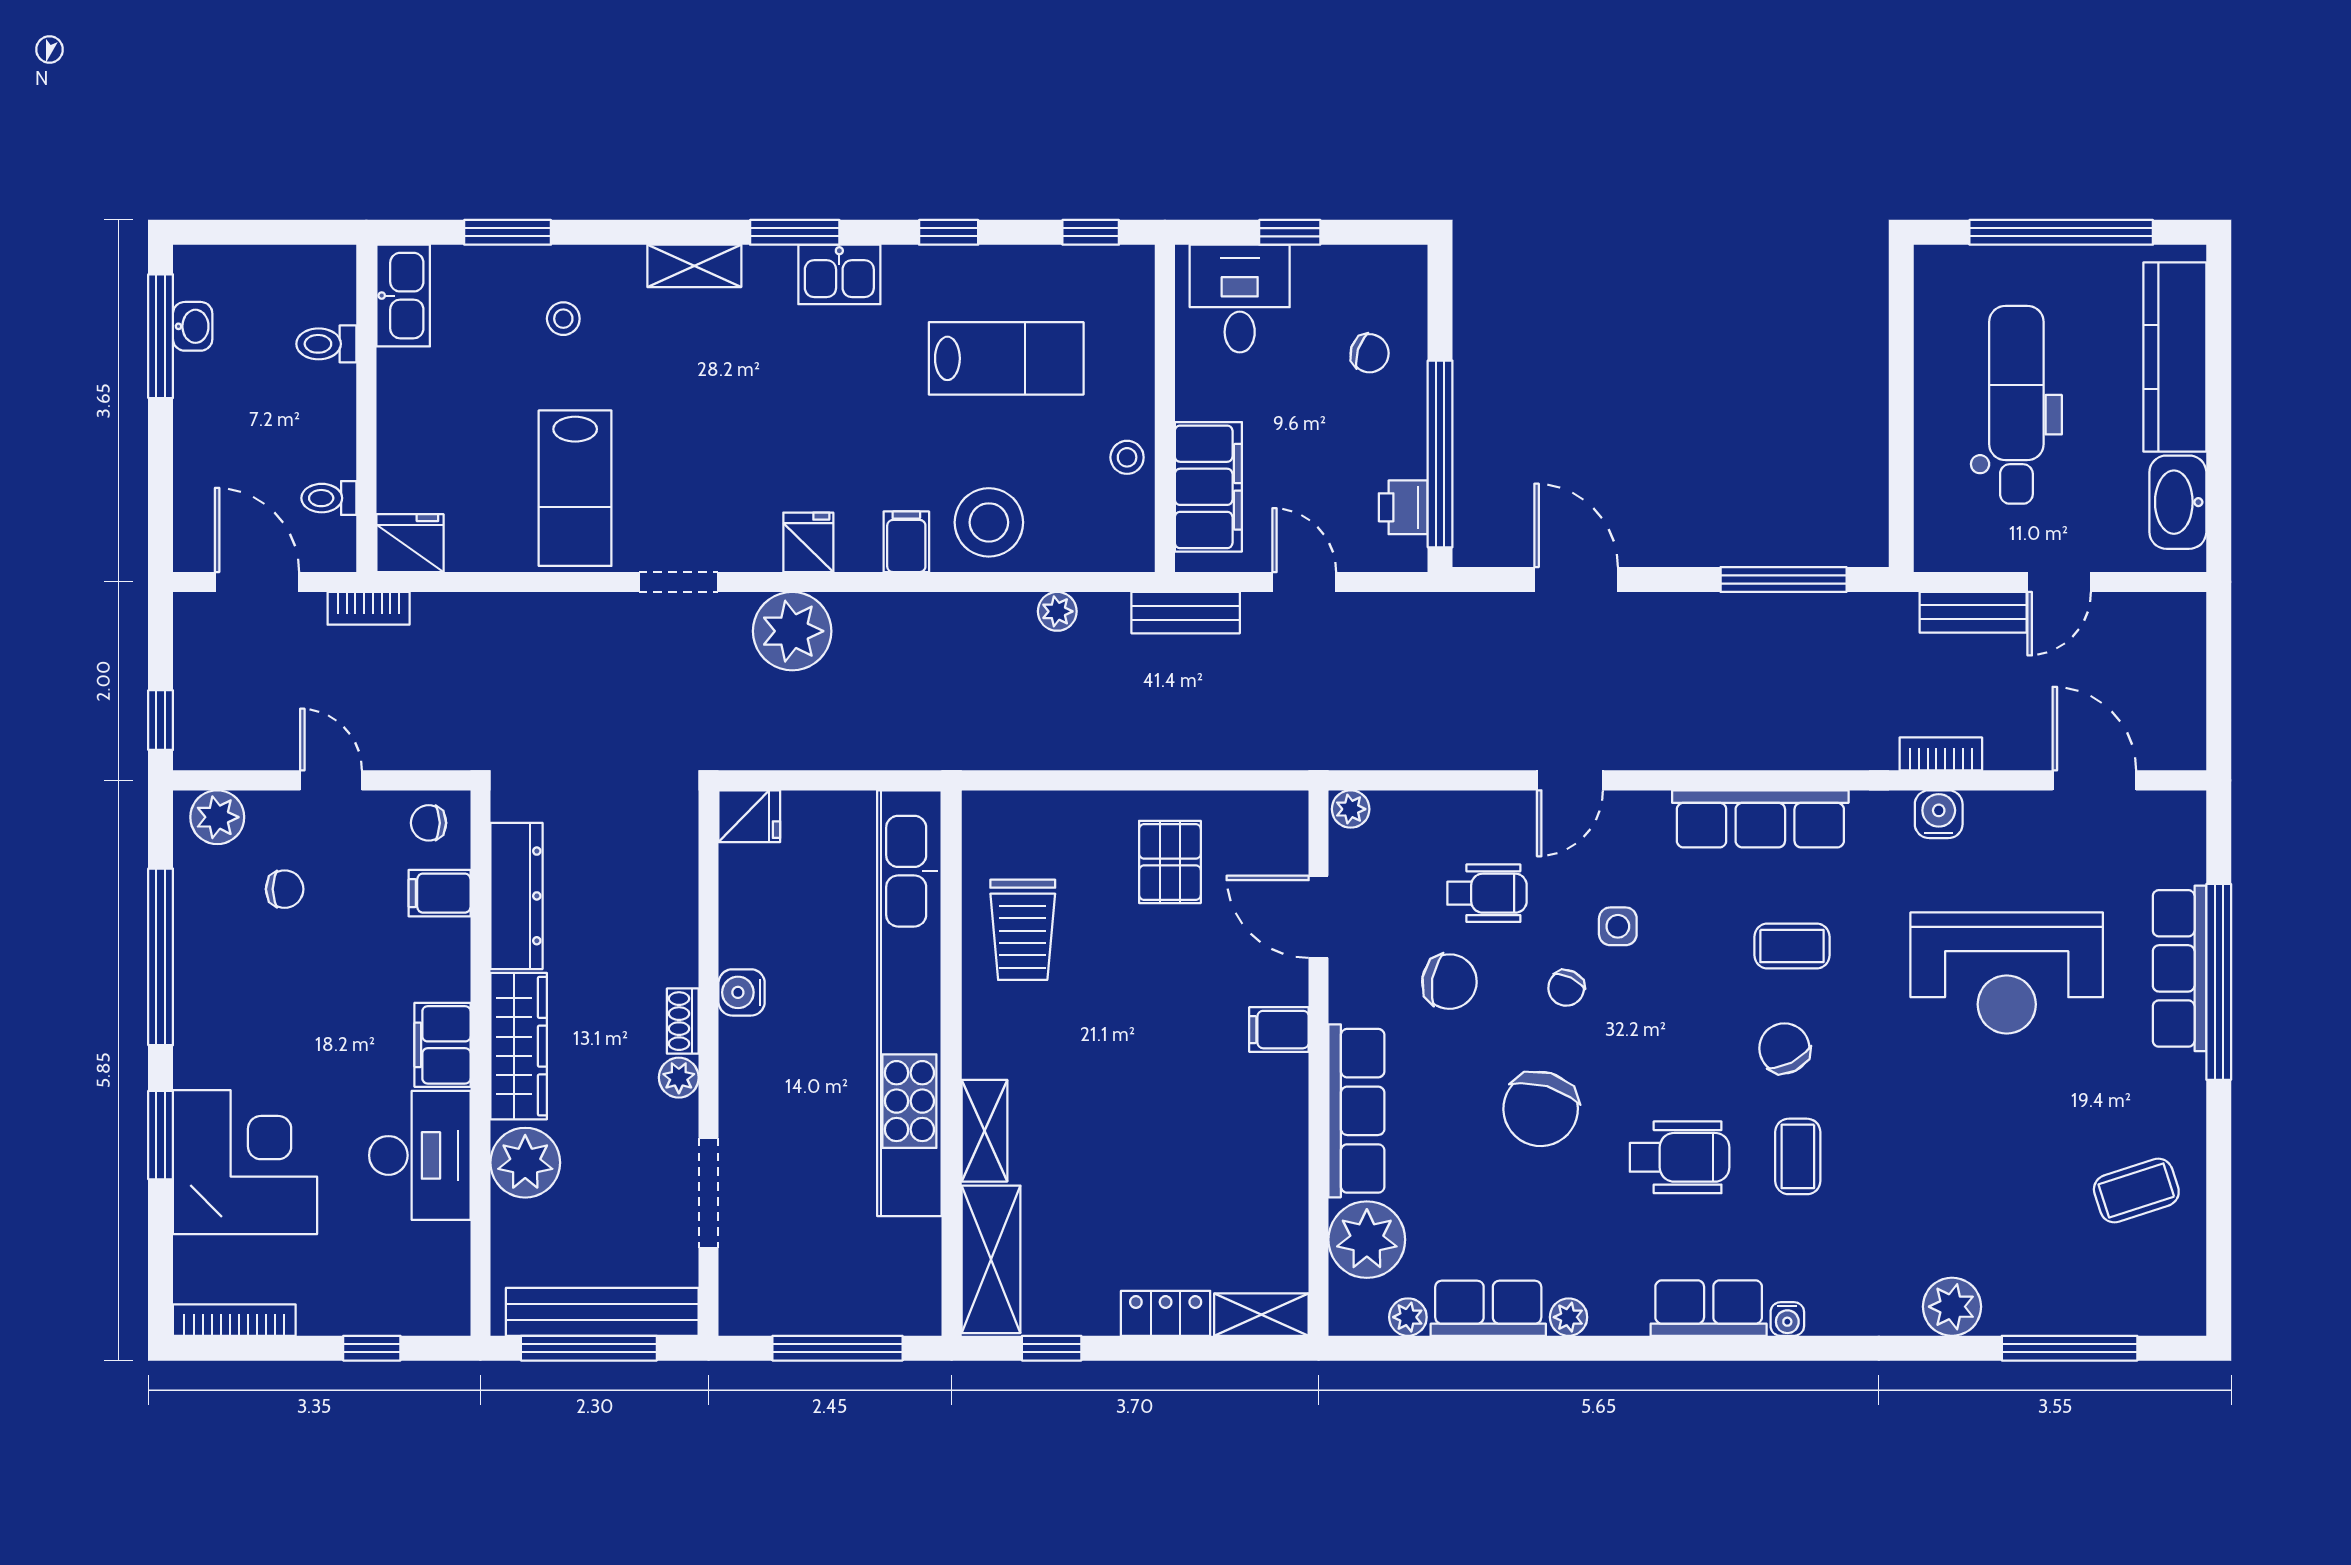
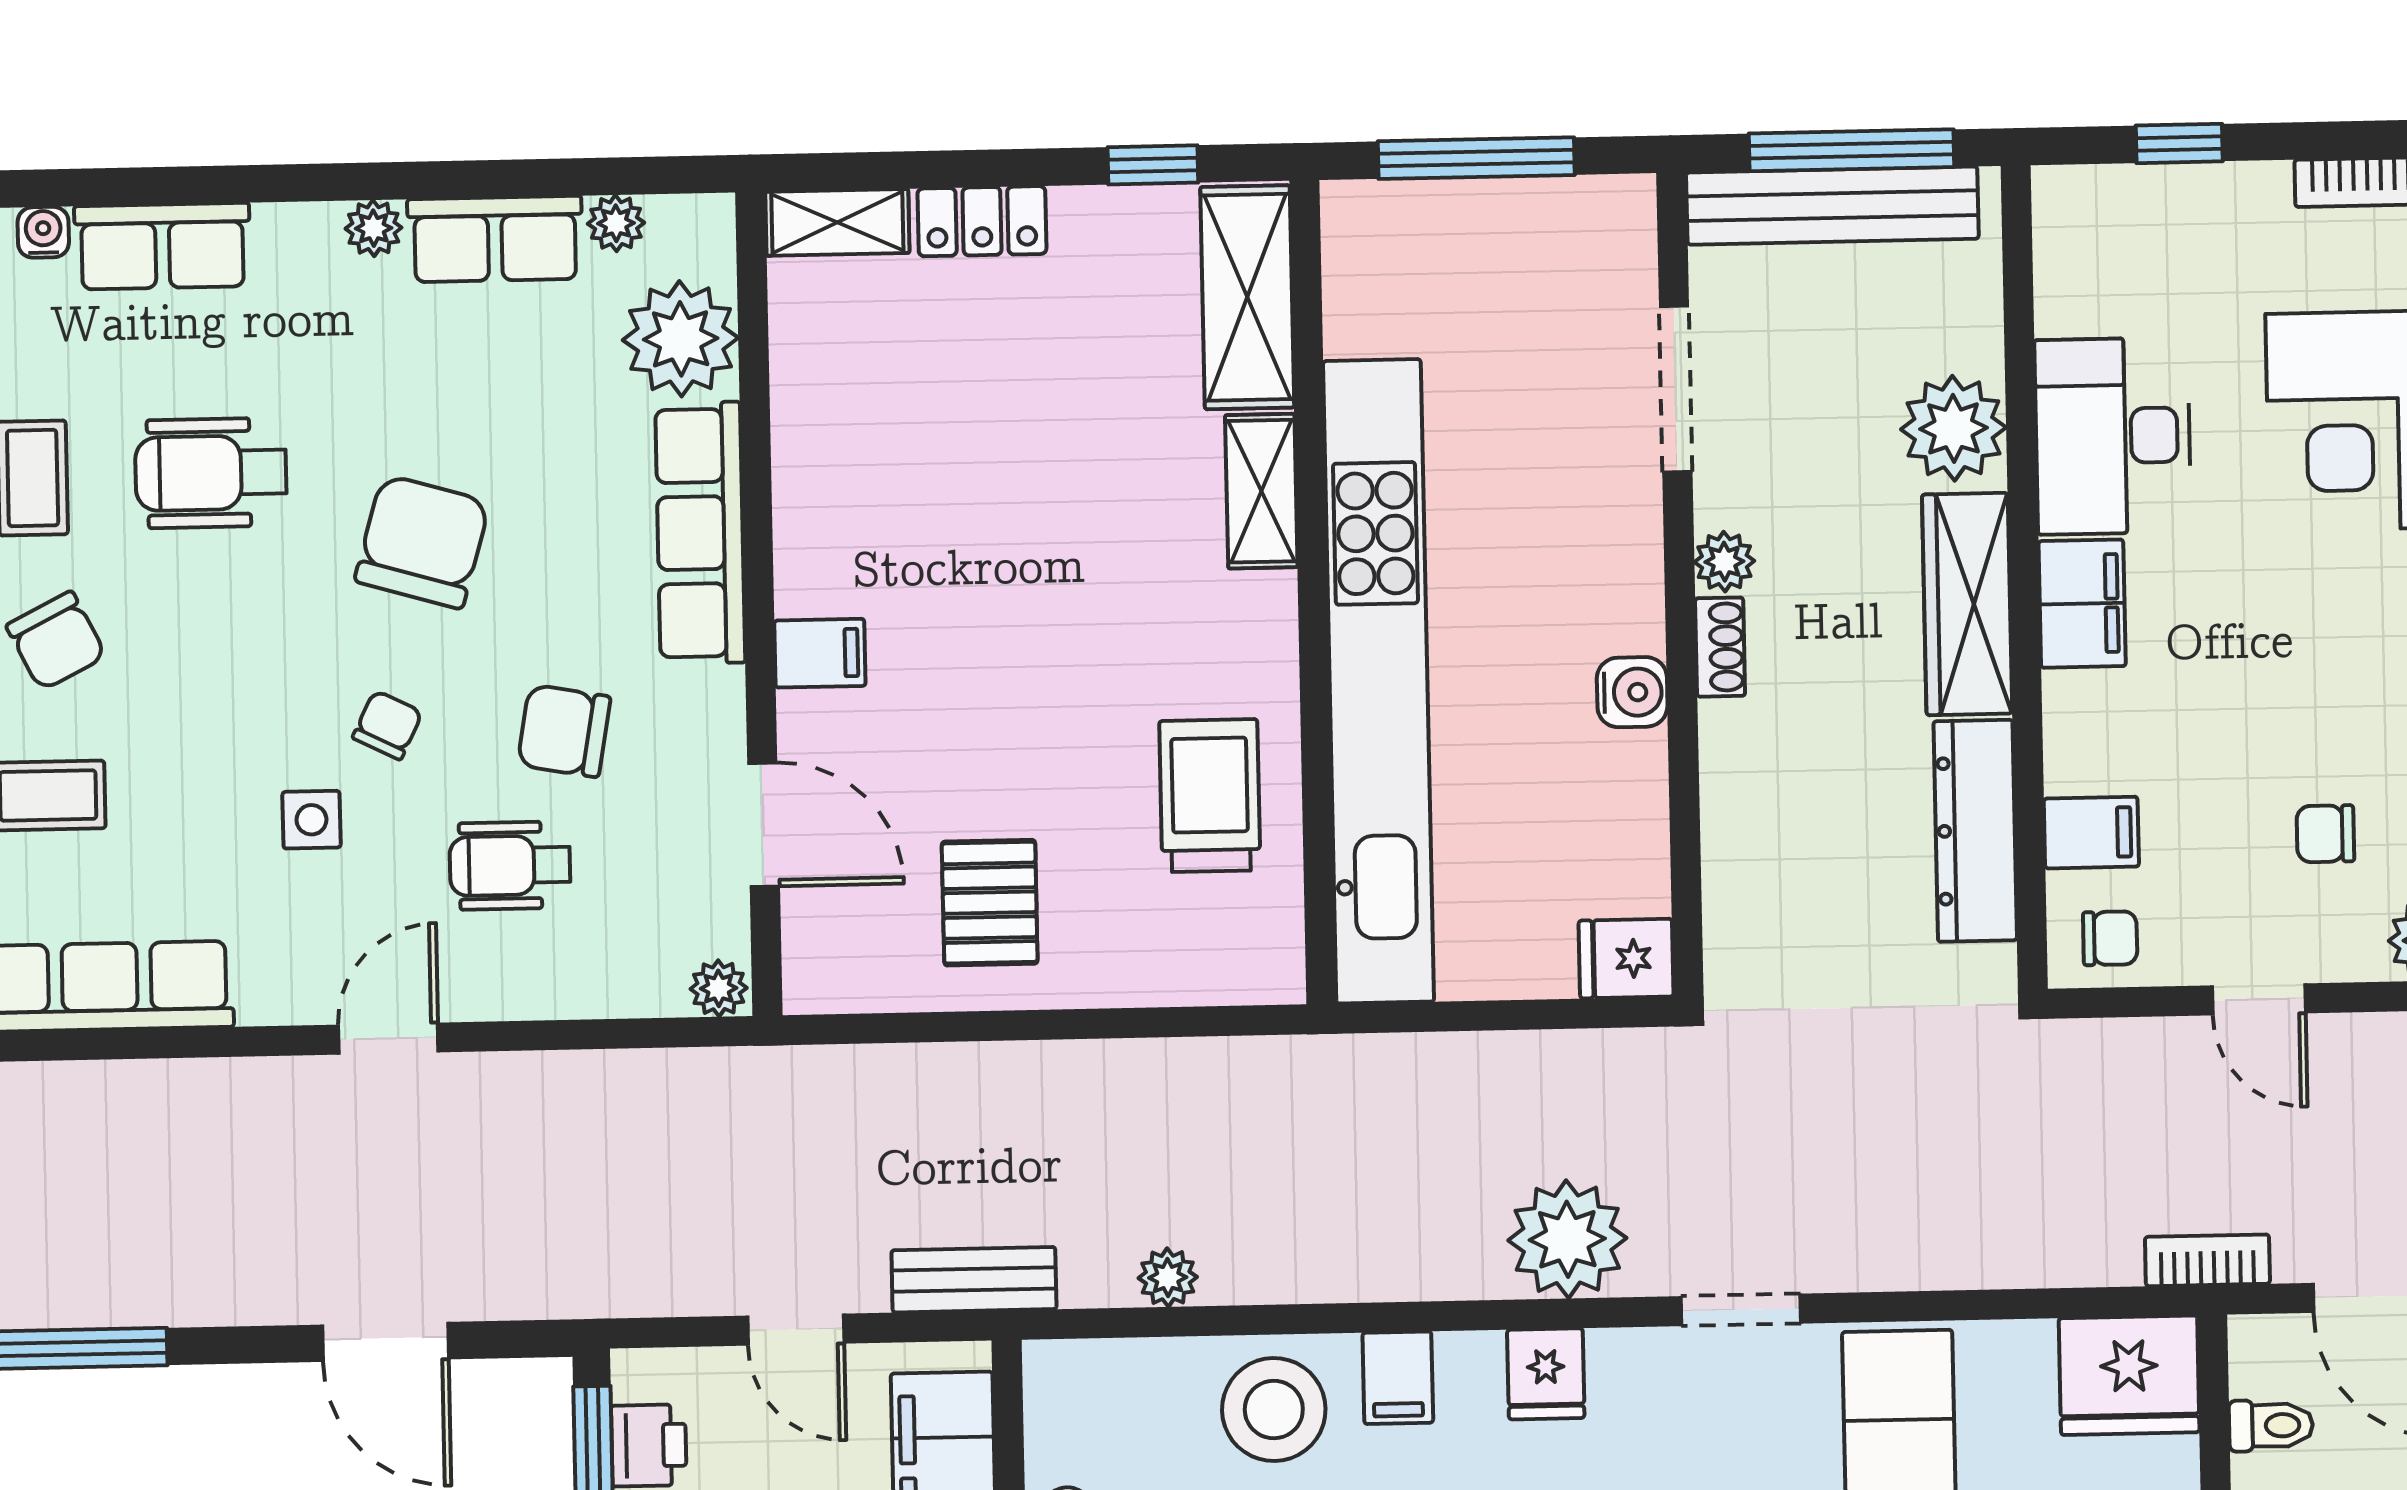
fridge: (410, 543) -> (2129, 1375), width x1.36, depth x1.34

